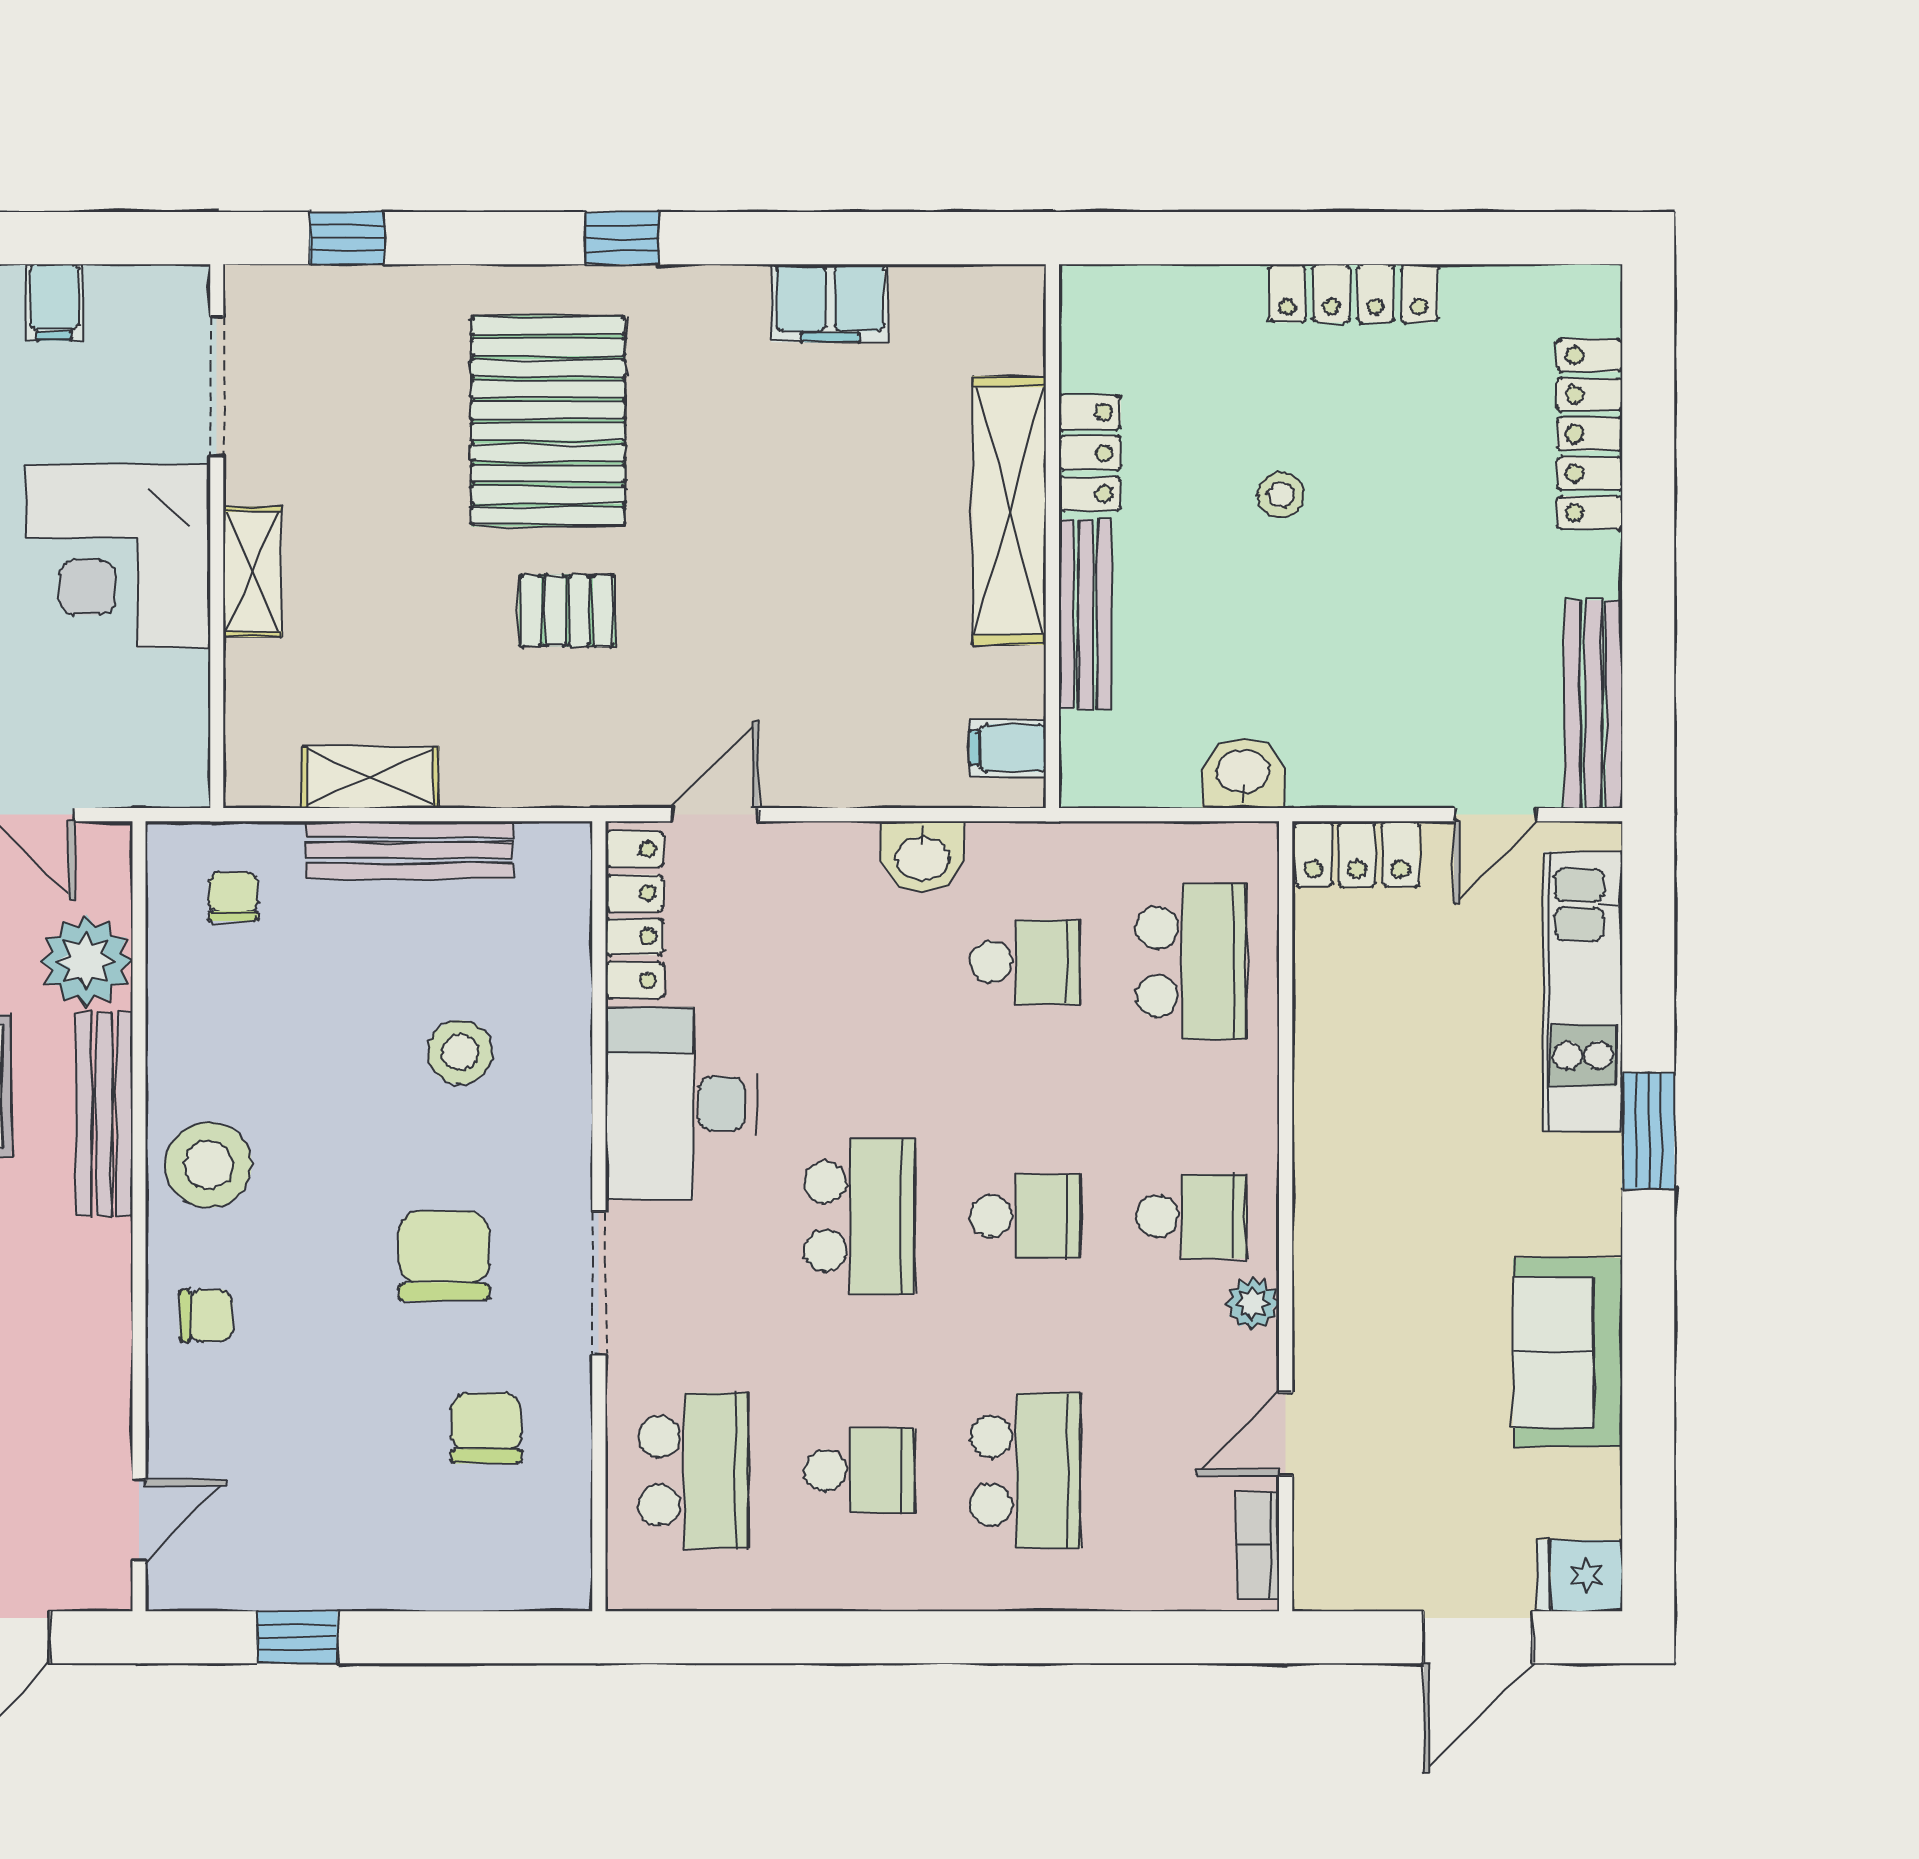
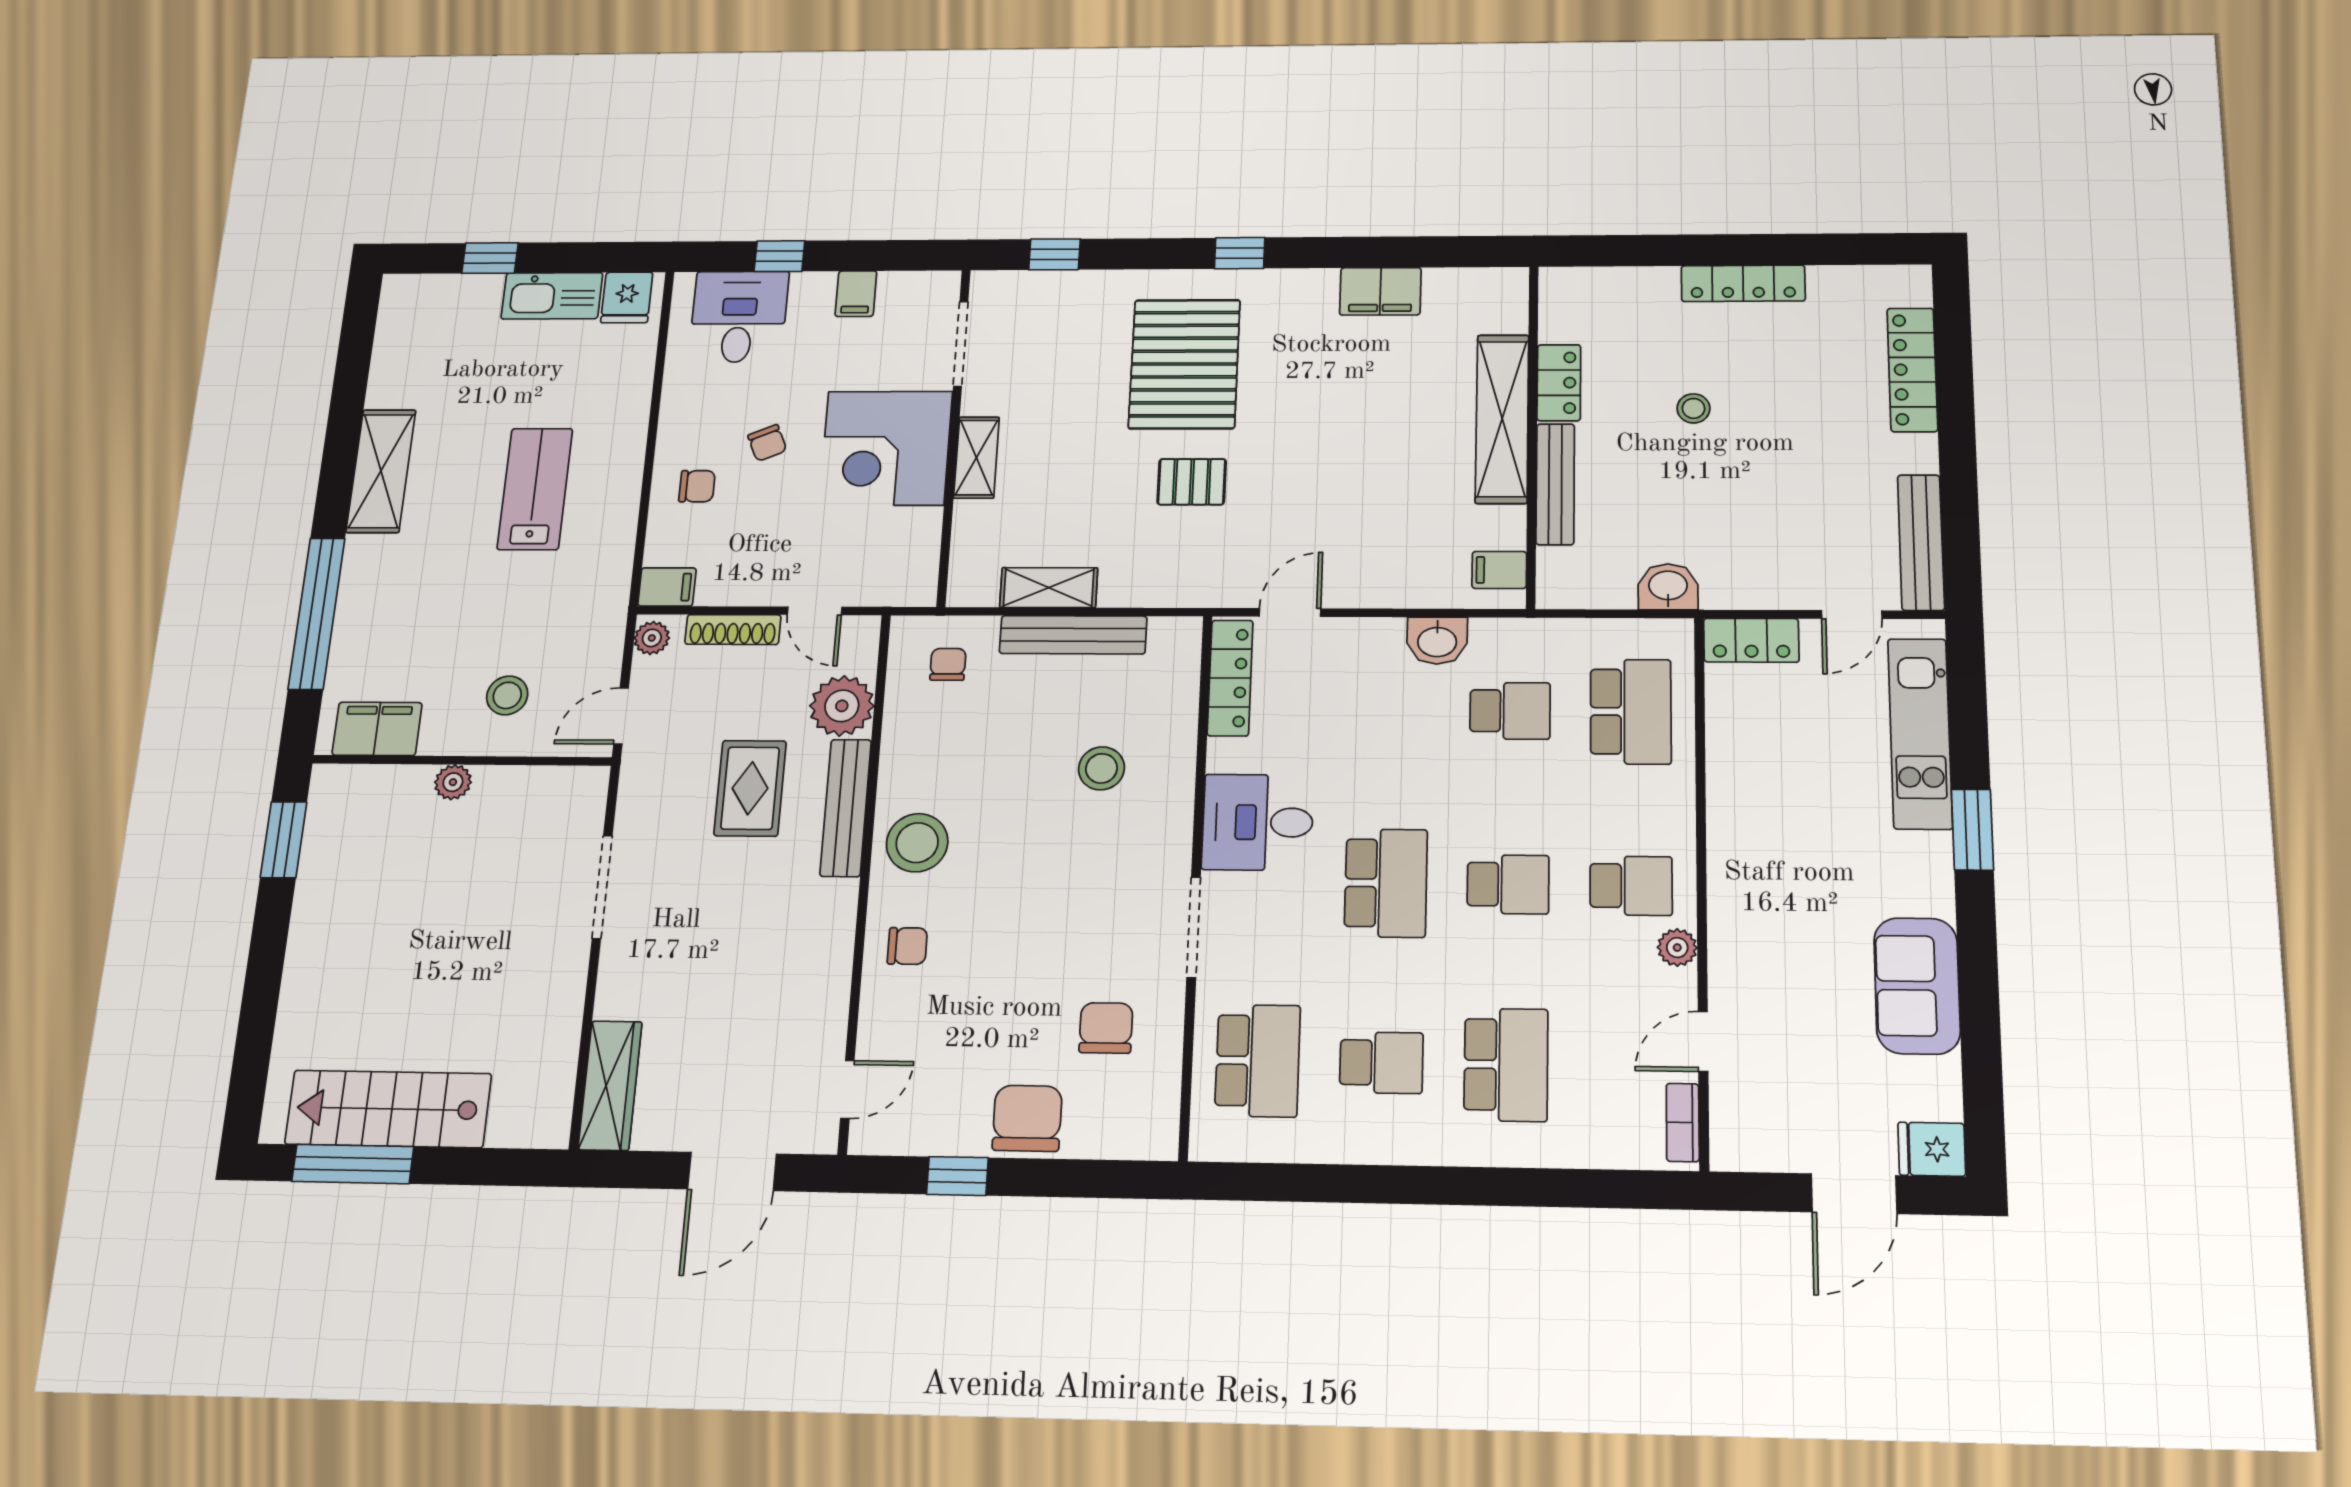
desk: (681, 1104) -> (1258, 822), width x0.73
chair: (444, 1256) -> (1027, 1118), moved

